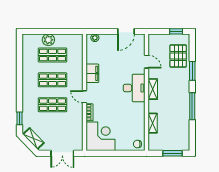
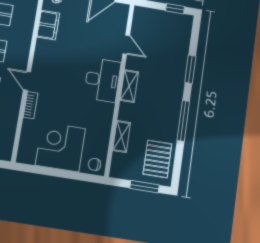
pallet: (178, 56) -> (157, 159), moved
filing cabinet: (92, 73) -> (48, 25), moved
corner desk: (100, 136) -> (60, 147), moved, turned -90

